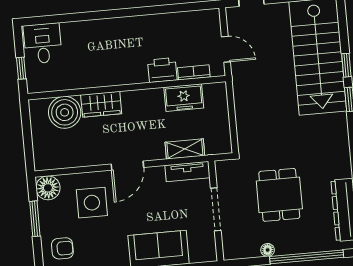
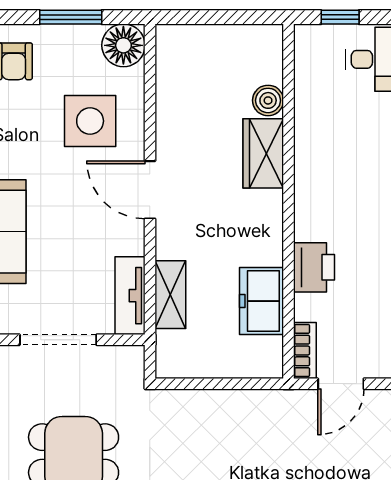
bookcase: (194, 72) -> (305, 350), moved
boiler: (65, 112) -> (268, 100), width x0.54, depth x0.54

